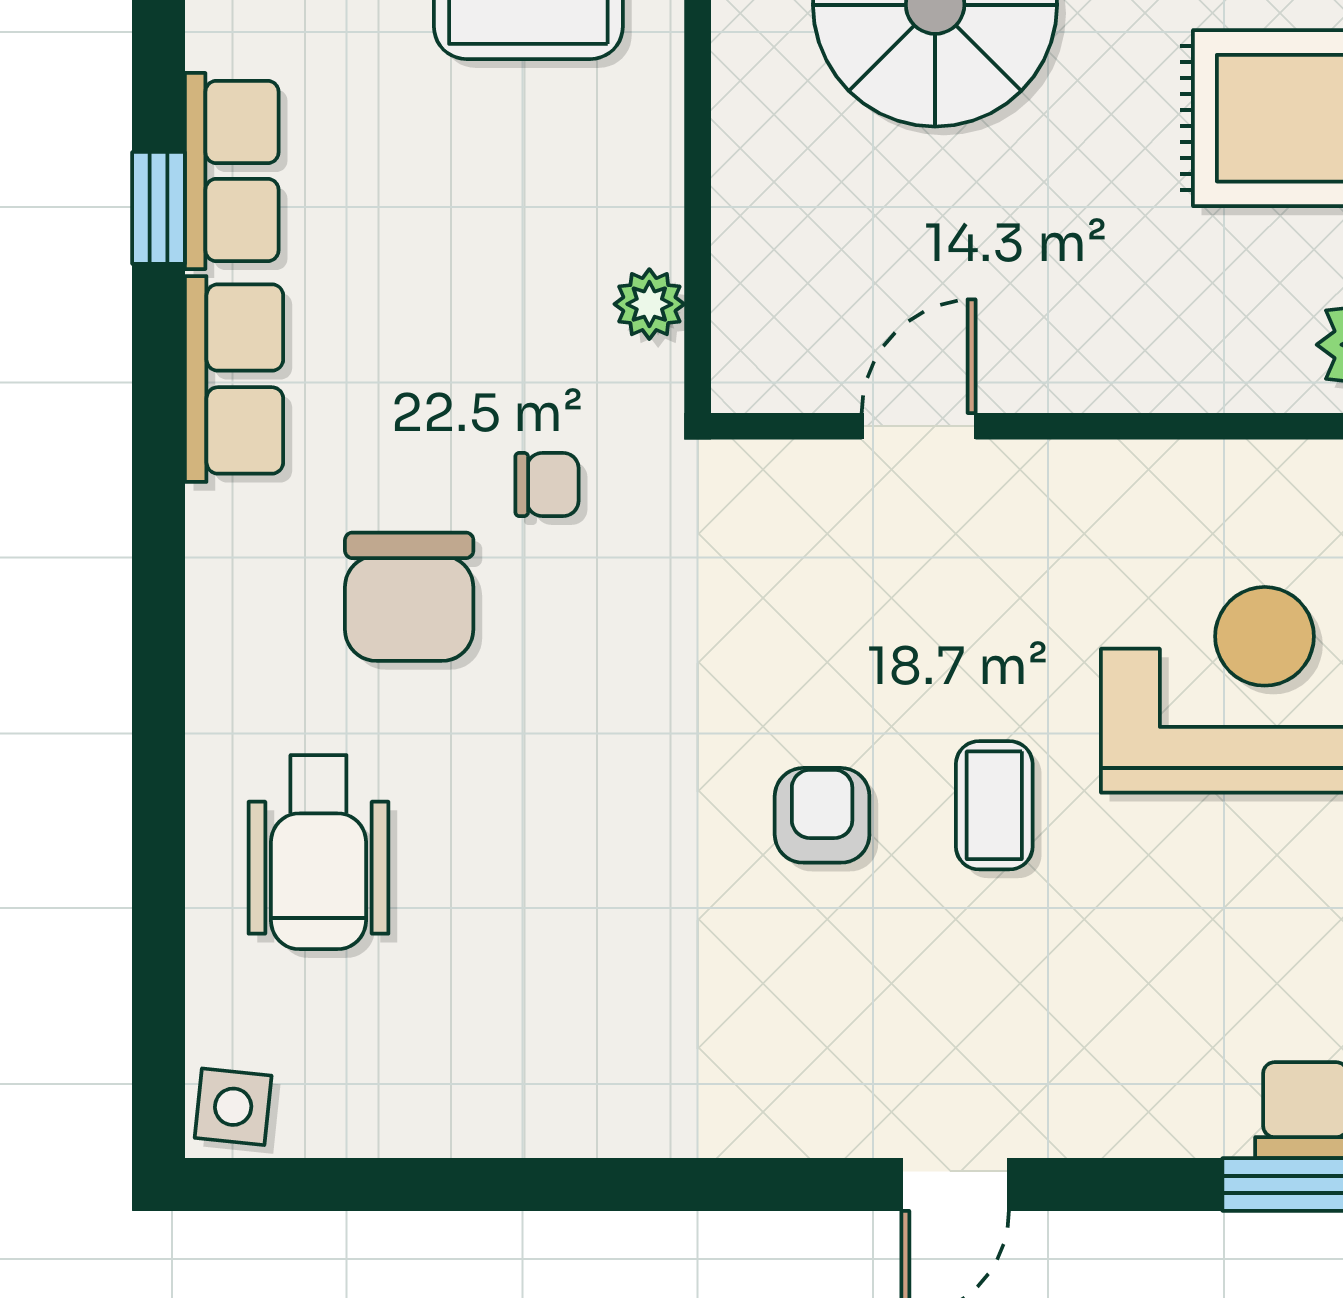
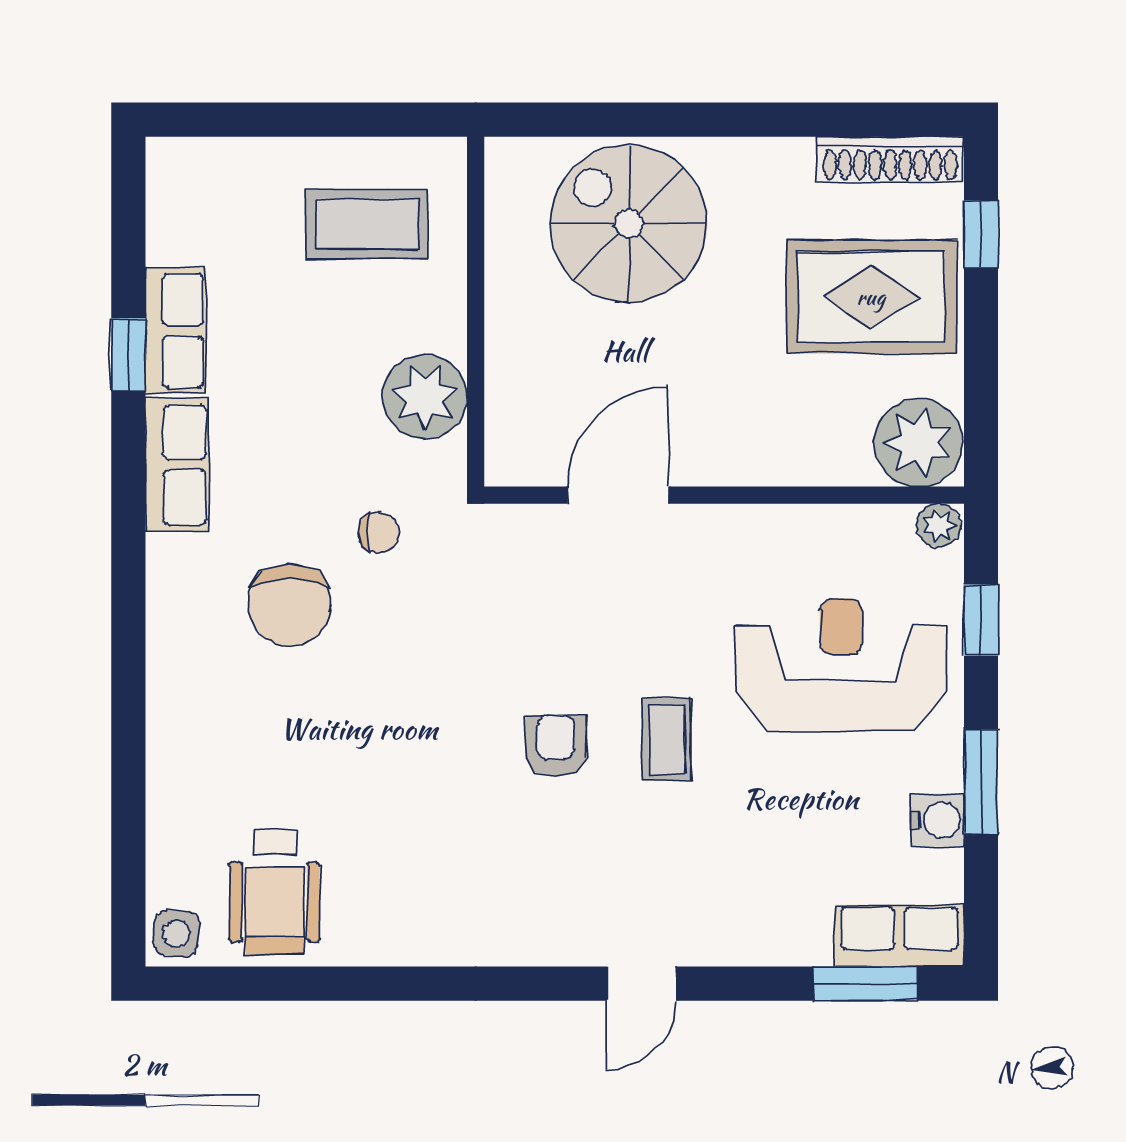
plant: (649, 304) -> (425, 397), width x1.88, depth x1.88
door: (919, 426) -> (618, 495), width x1.38
wheelchair: (318, 852) -> (274, 892), moved

